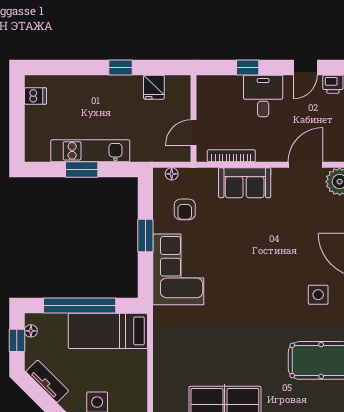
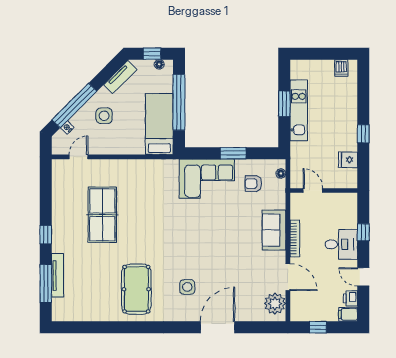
bookcase: (231, 156) -> (295, 238), moved

